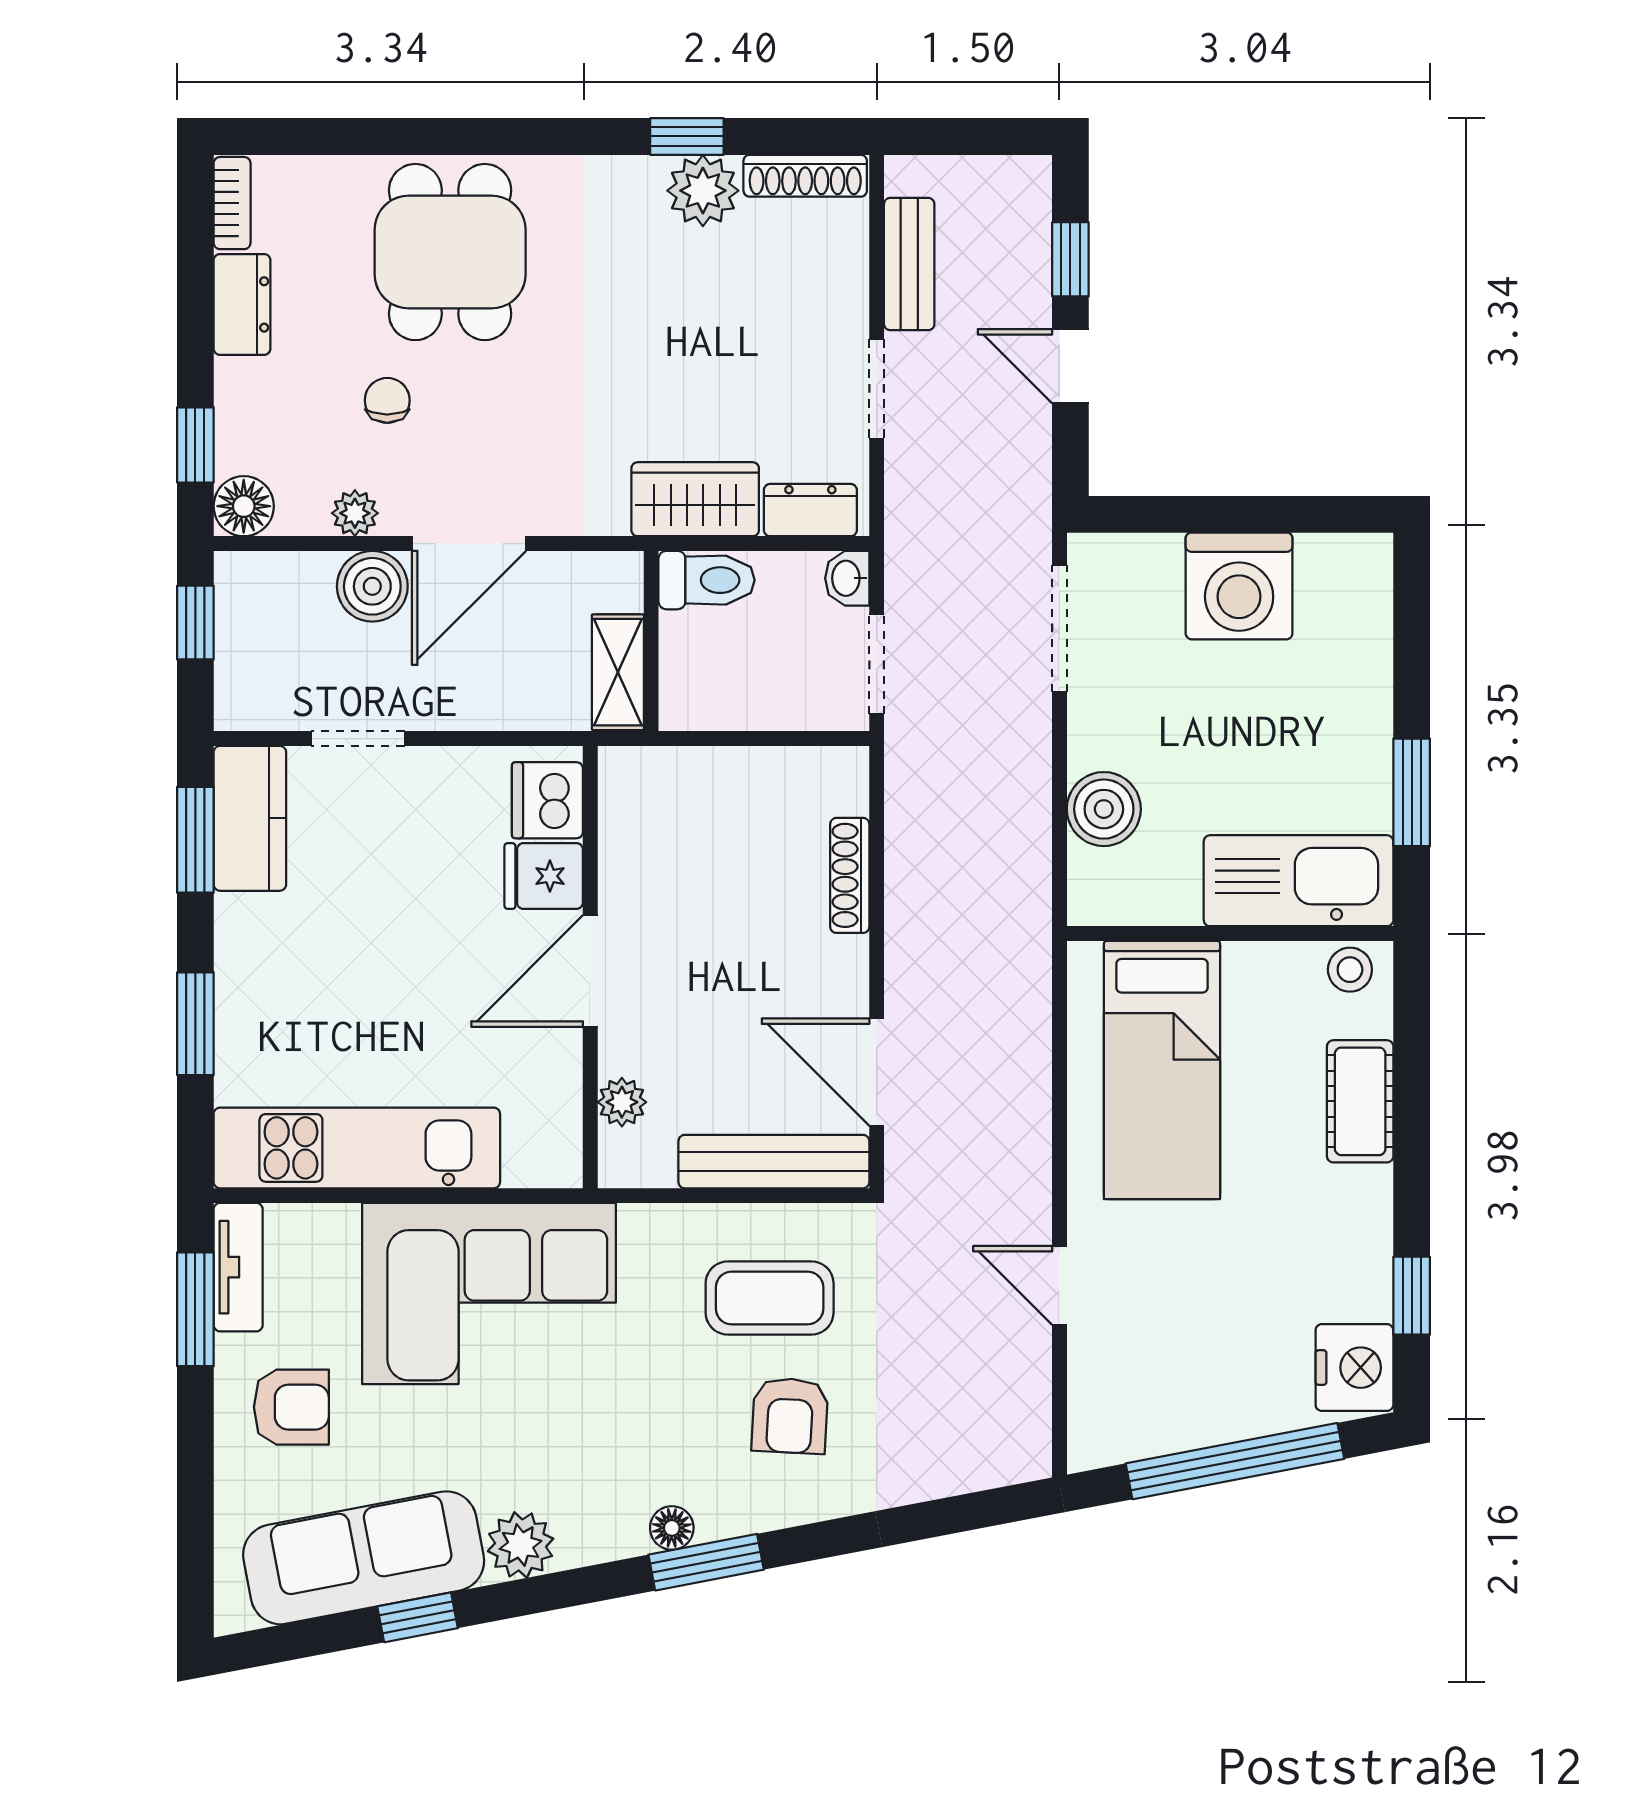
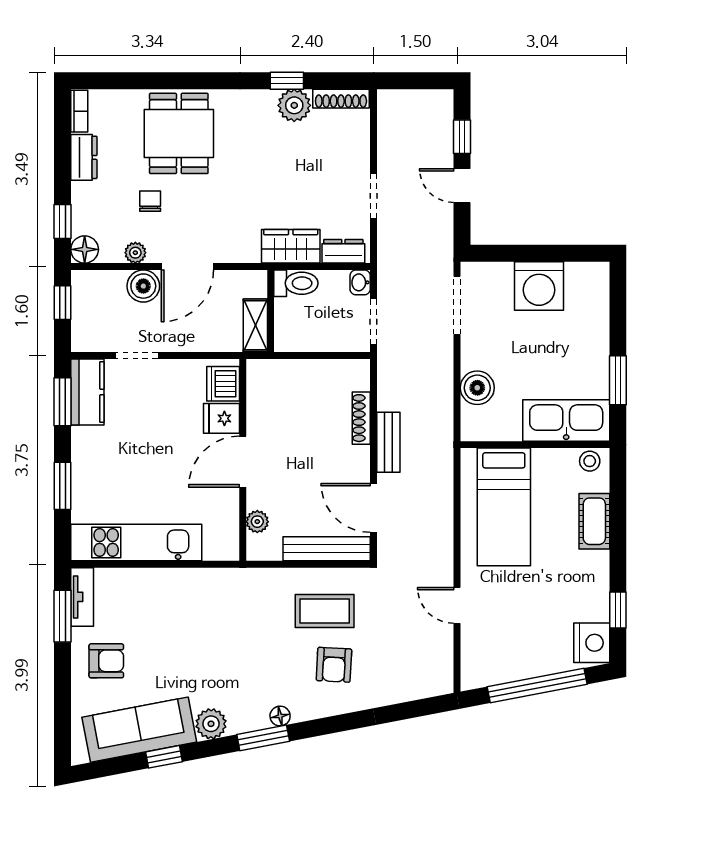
bench: (909, 264) -> (388, 442), moved
corner sofa: (489, 1293) -> (197, 609), removed
window: (706, 1562) -> (263, 738), moved

